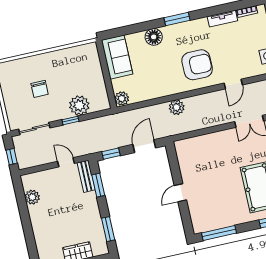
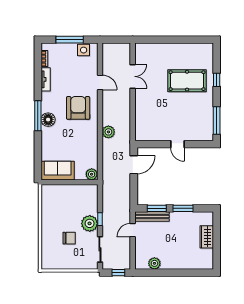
window: (177, 19) -> (38, 116), width x1.44
floor lamp: (154, 37) -> (48, 120), moved
plant: (79, 105) -> (90, 223), moved
door: (144, 146) -> (134, 165), swing flipped
window: (111, 154) -> (134, 193), removed
bench: (86, 176) -> (152, 216), width x1.36
window: (108, 229) -> (183, 208), moved

